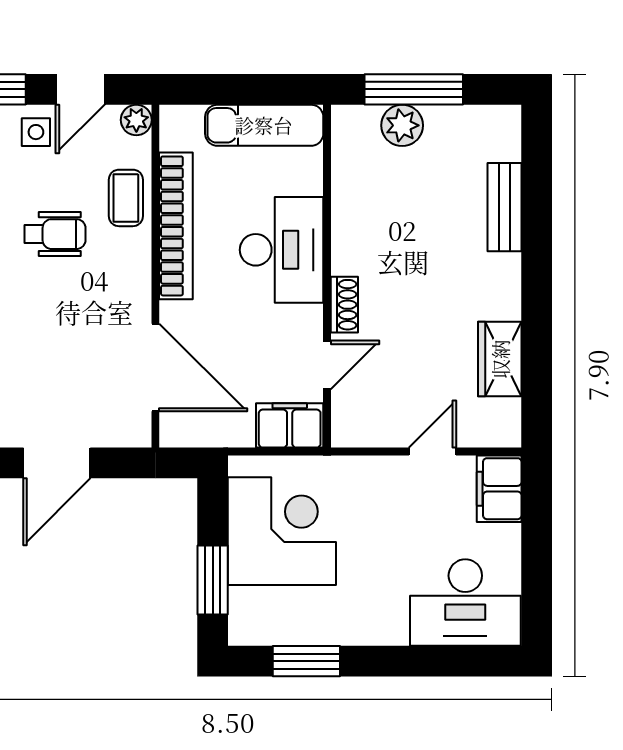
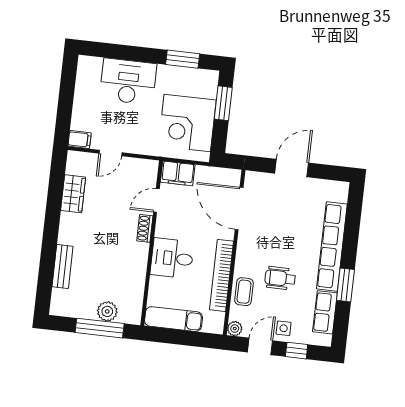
desk: (281, 250) -> (172, 258), width x0.73
filing cabinet: (499, 489) -> (80, 139), width x0.50
desk: (465, 603) -> (128, 81), moved

